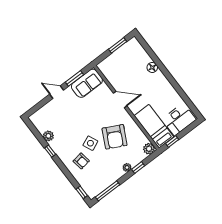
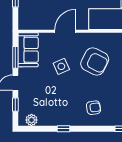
window: (41, 104) -> (15, 105), added
plant: (48, 136) -> (31, 120), moved
side table: (90, 143) -> (61, 66), moved

